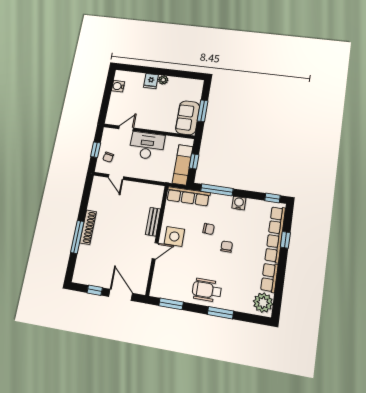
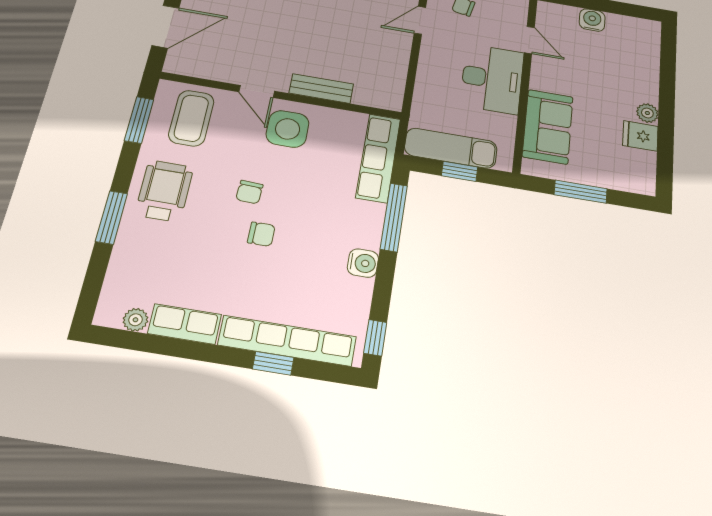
fridge: (151, 81) -> (640, 136), moved
water cooler: (118, 86) -> (592, 20), moved
sofa: (188, 118) -> (548, 127), moved, turned 90
chair: (209, 229) -> (249, 192), moved
coffee table: (170, 280) -> (191, 118), added
plant: (263, 303) -> (135, 320), width x0.53, depth x0.53

